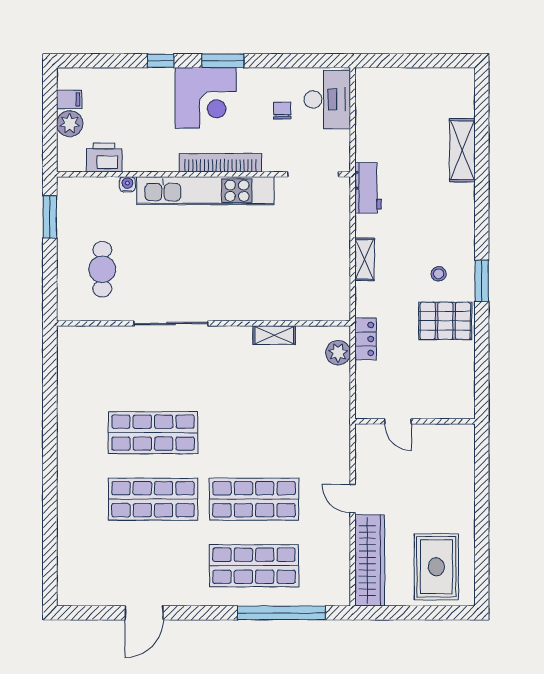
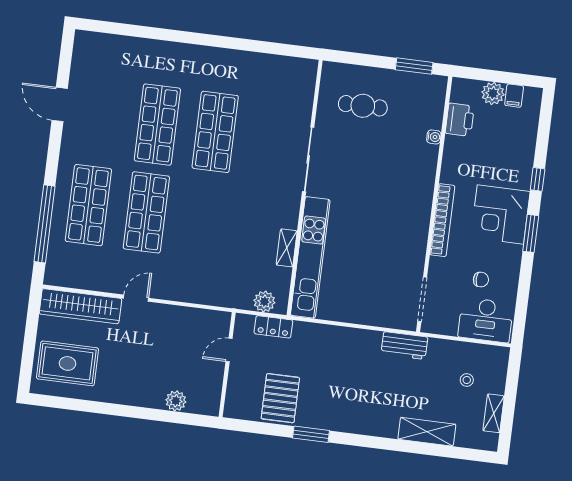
kitchen unit: (205, 191) -> (310, 257), moved, turned 180
shelving: (365, 259) -> (494, 413), moved, turned 90
stool: (439, 274) -> (467, 380), moved
door: (398, 421) -> (229, 350), moved
wall: (415, 421) -> (227, 365), moved
plant: (463, 439) -> (176, 401), added

